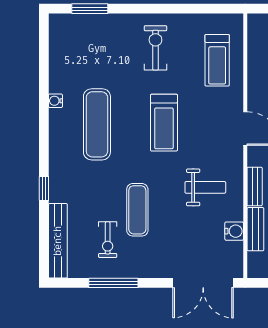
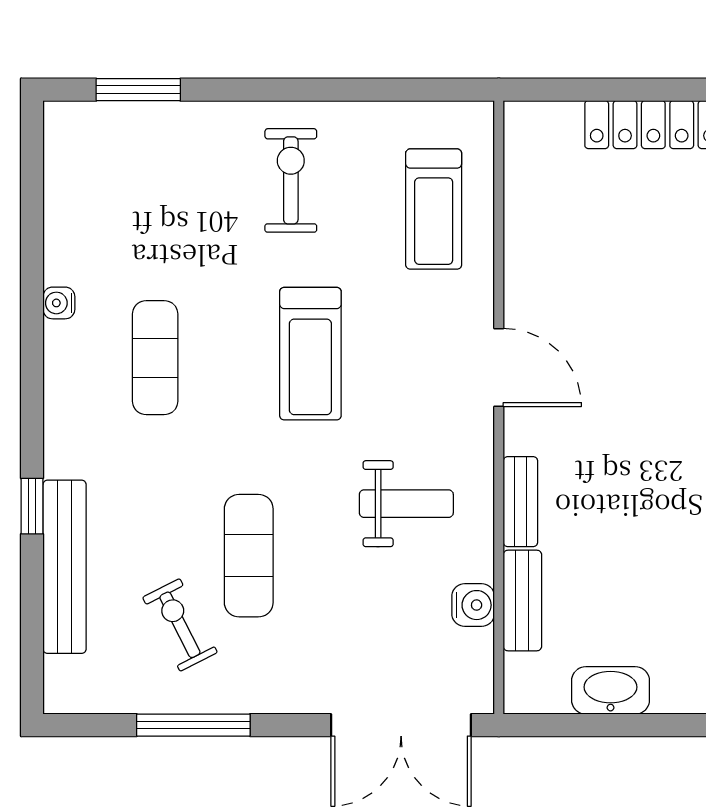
exercise mat: (97, 124) -> (155, 358), width x0.73, depth x0.69
exercise bike: (108, 240) -> (180, 625), turned 153
bench: (58, 241) -> (65, 567), moved

